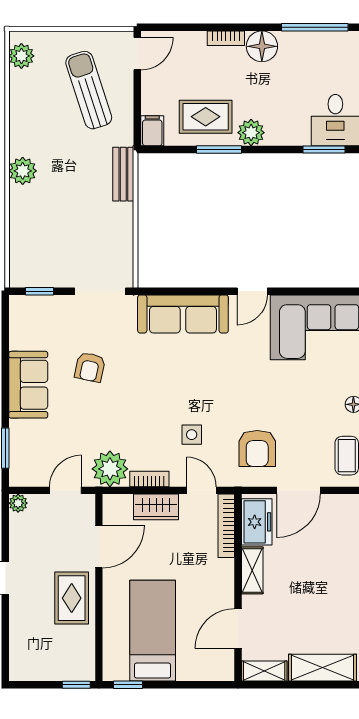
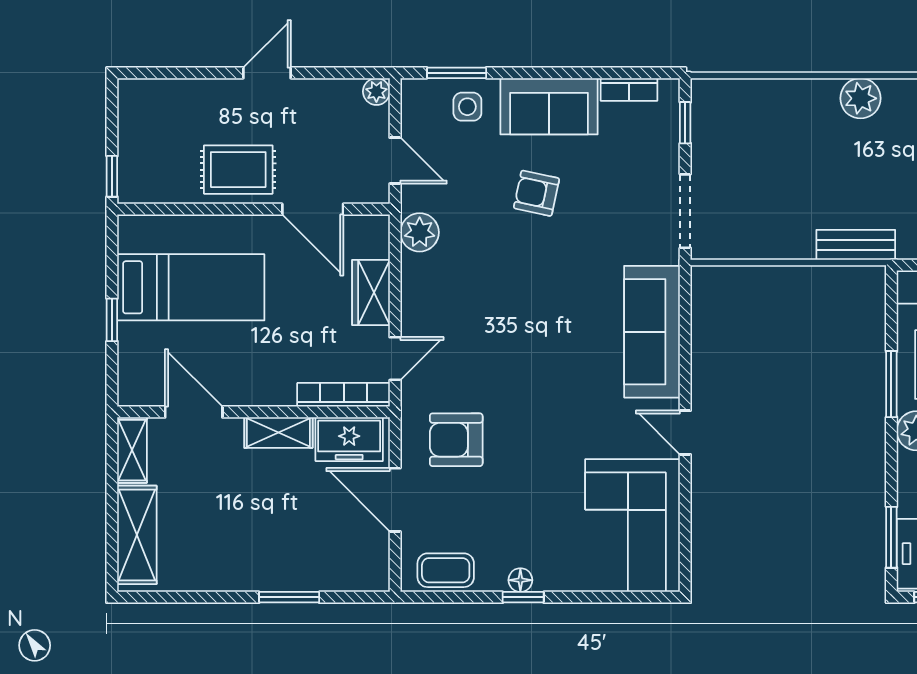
armchair: (90, 367) -> (536, 193), moved
side table: (192, 435) -> (467, 107), moved
plant: (110, 469) -> (420, 232), width x0.73, depth x0.73
bookcase: (149, 479) -> (629, 89), moved, turned 90
window: (128, 685) -> (112, 320), moved

